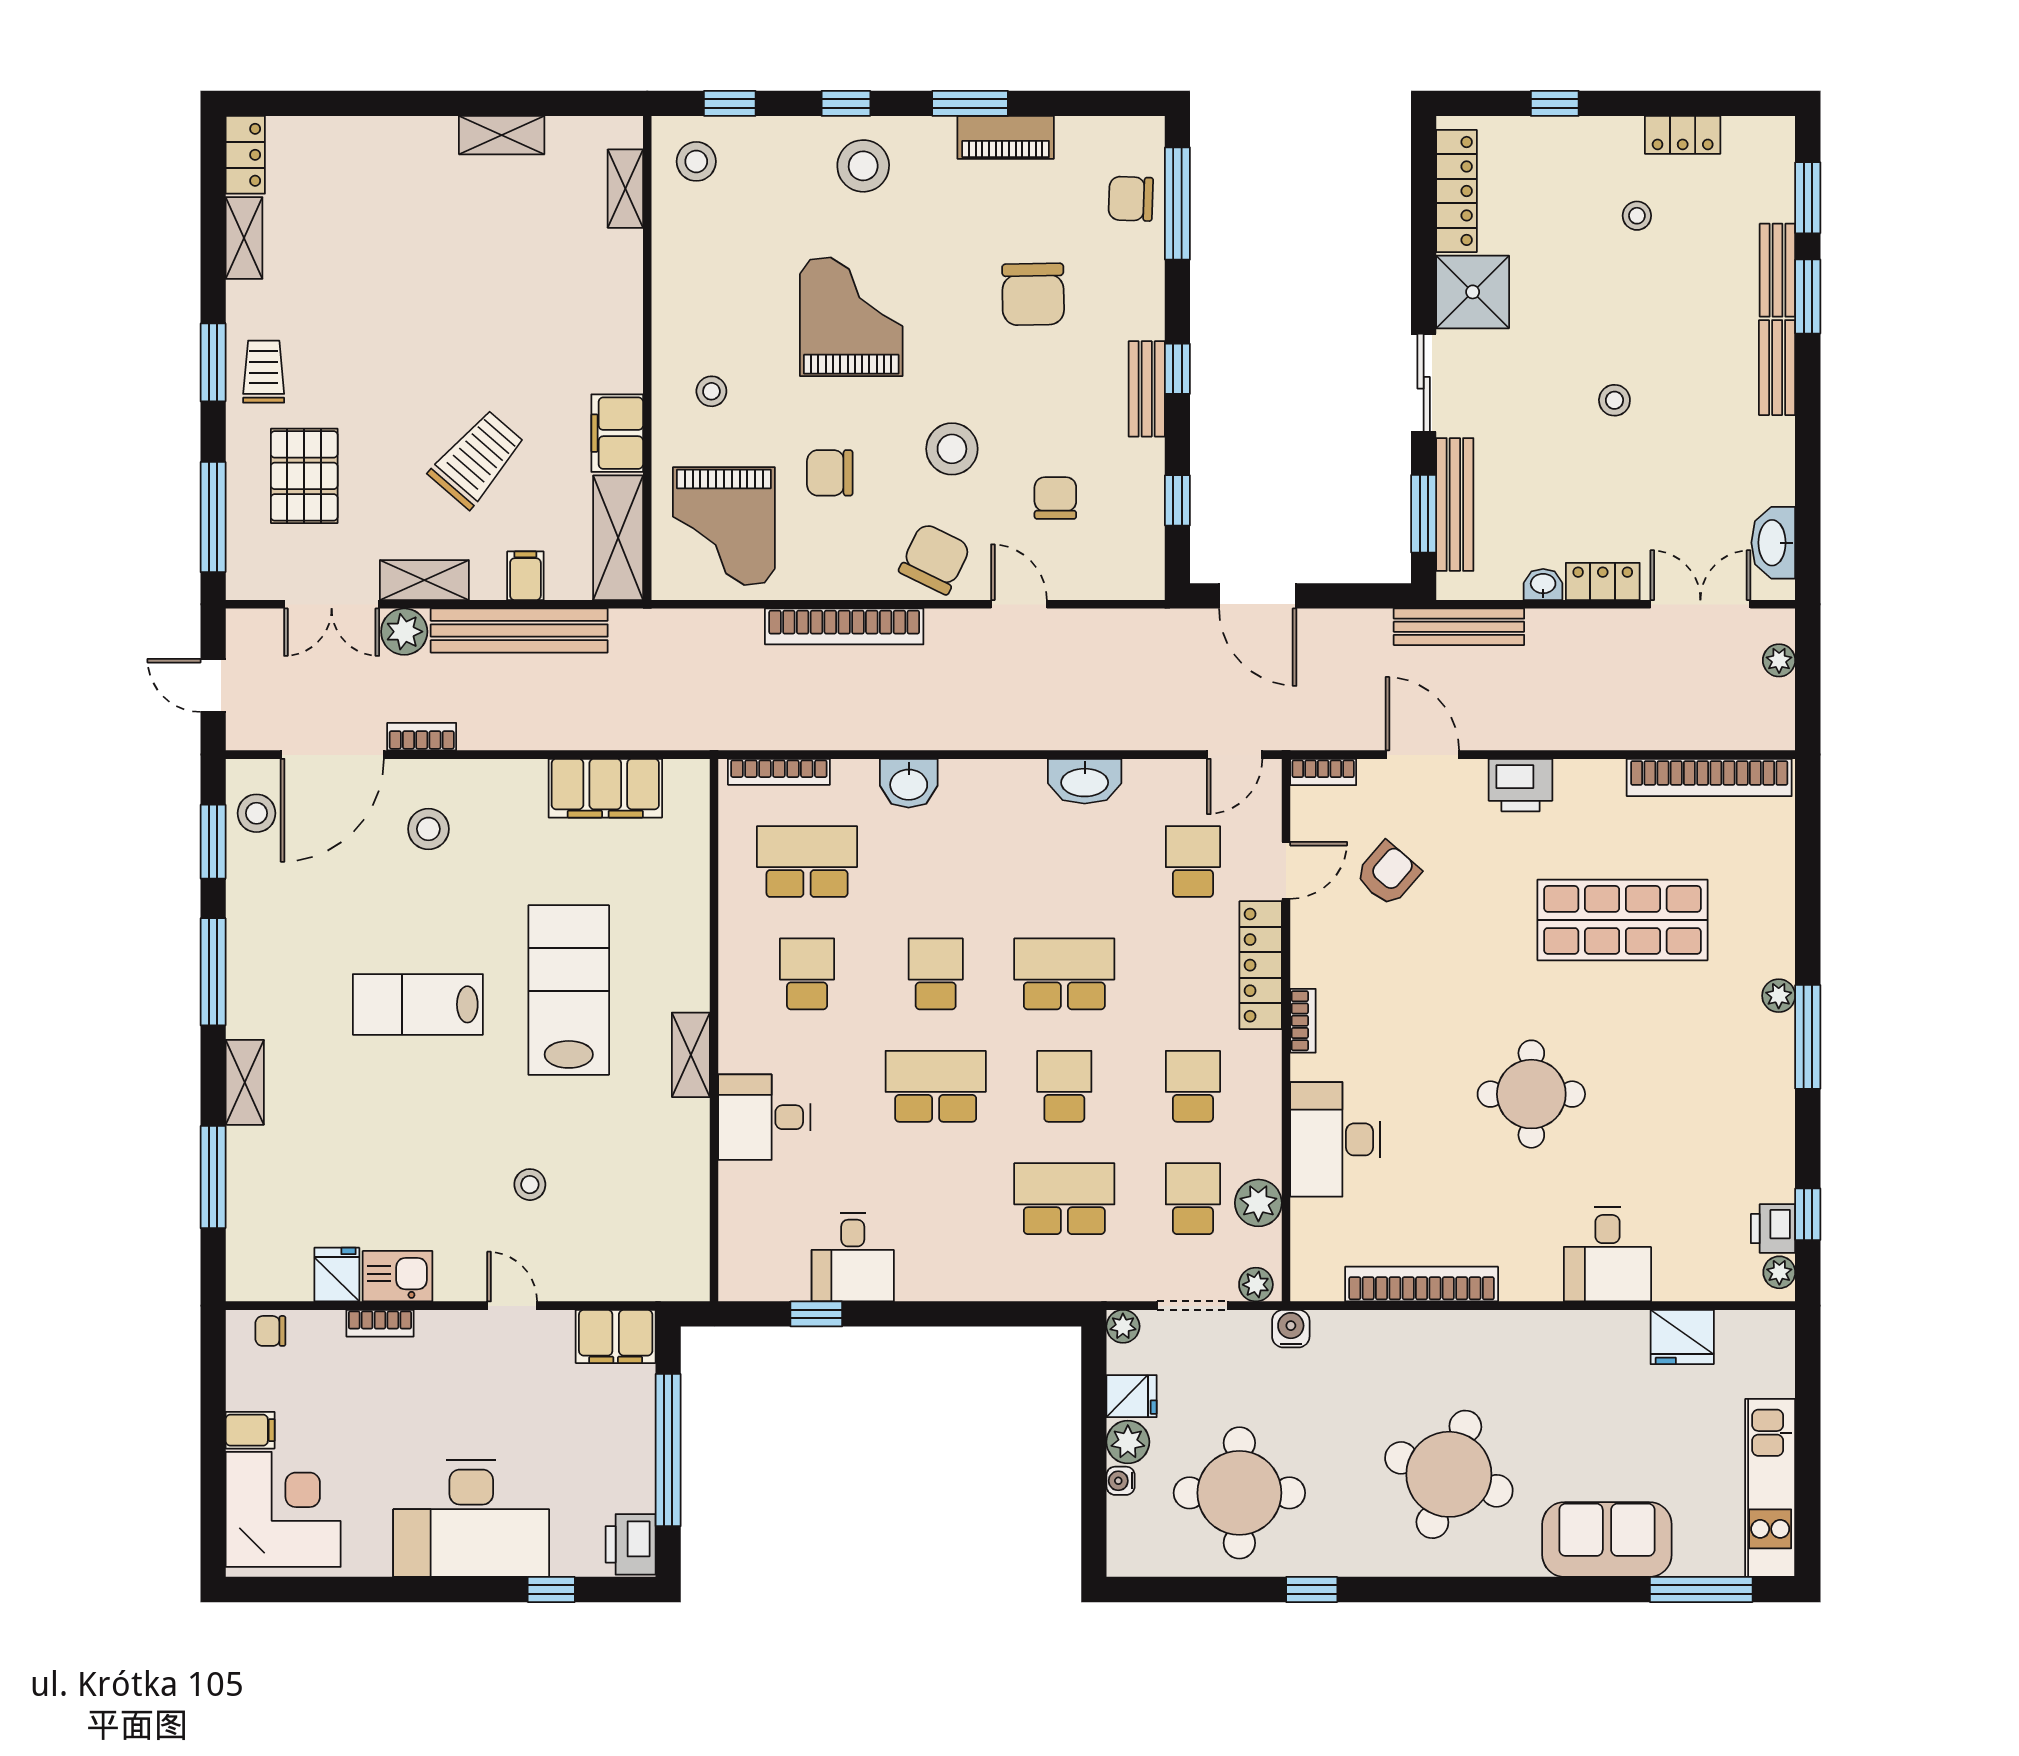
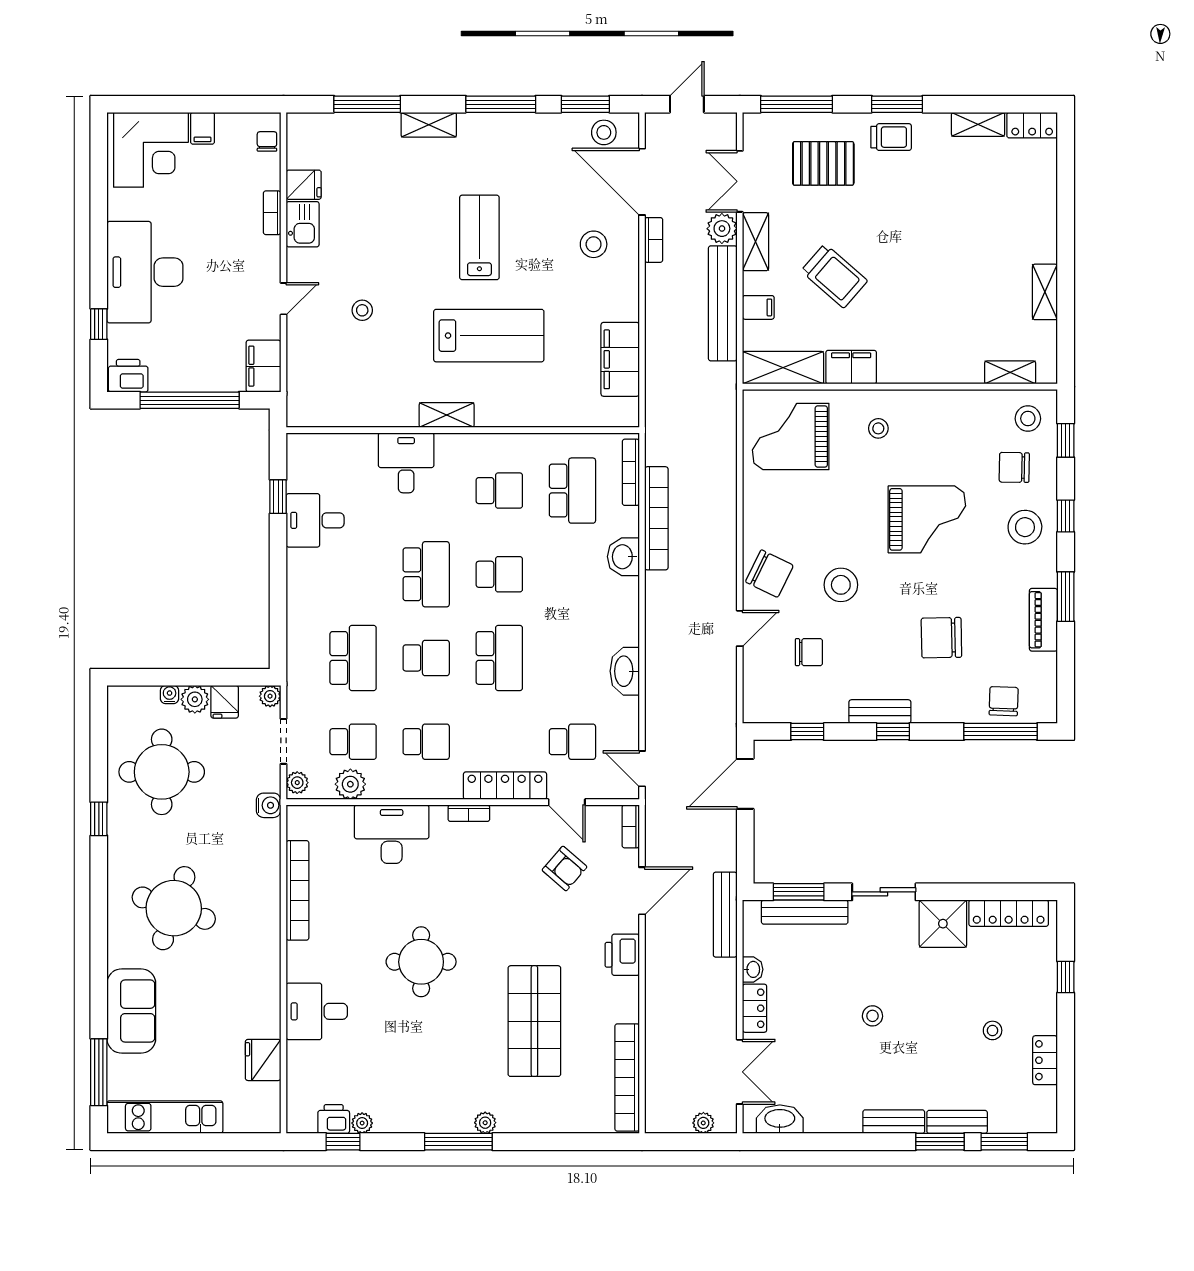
chair: (830, 473) -> (1014, 467), moved, turned -89
bookcase: (844, 626) -> (656, 518), moved, turned 180
plant: (1779, 1272) -> (362, 1123), moved

